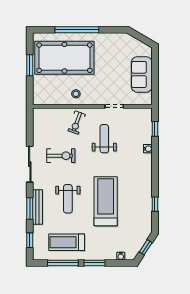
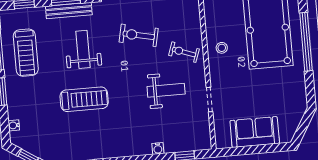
exercise bike: (61, 156) -> (139, 35), turned 102
weight bench: (68, 199) -> (83, 49), turned 90
treadmill: (106, 201) -> (84, 99), width x0.73, depth x0.73
treadmill: (67, 242) -> (26, 53), turned 180

